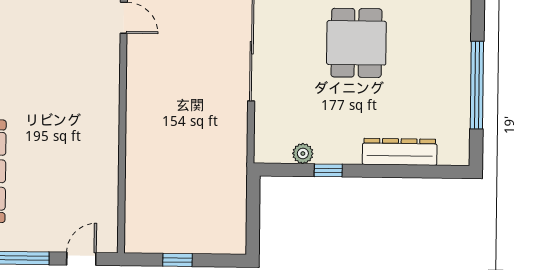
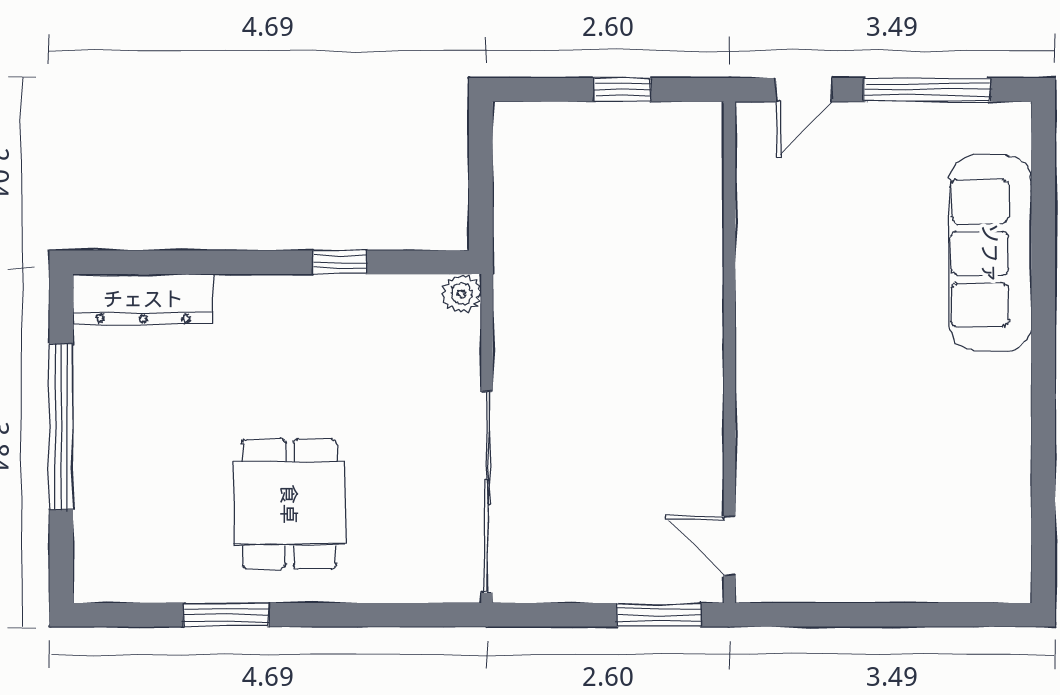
dresser: (400, 152) -> (143, 299), moved
plant: (303, 154) -> (462, 294), moved

